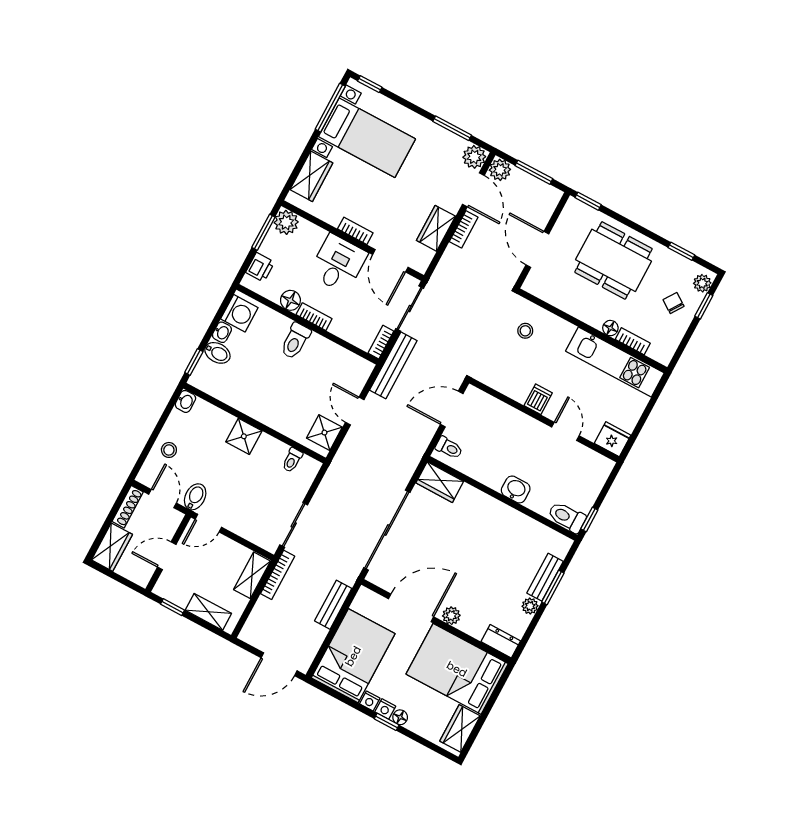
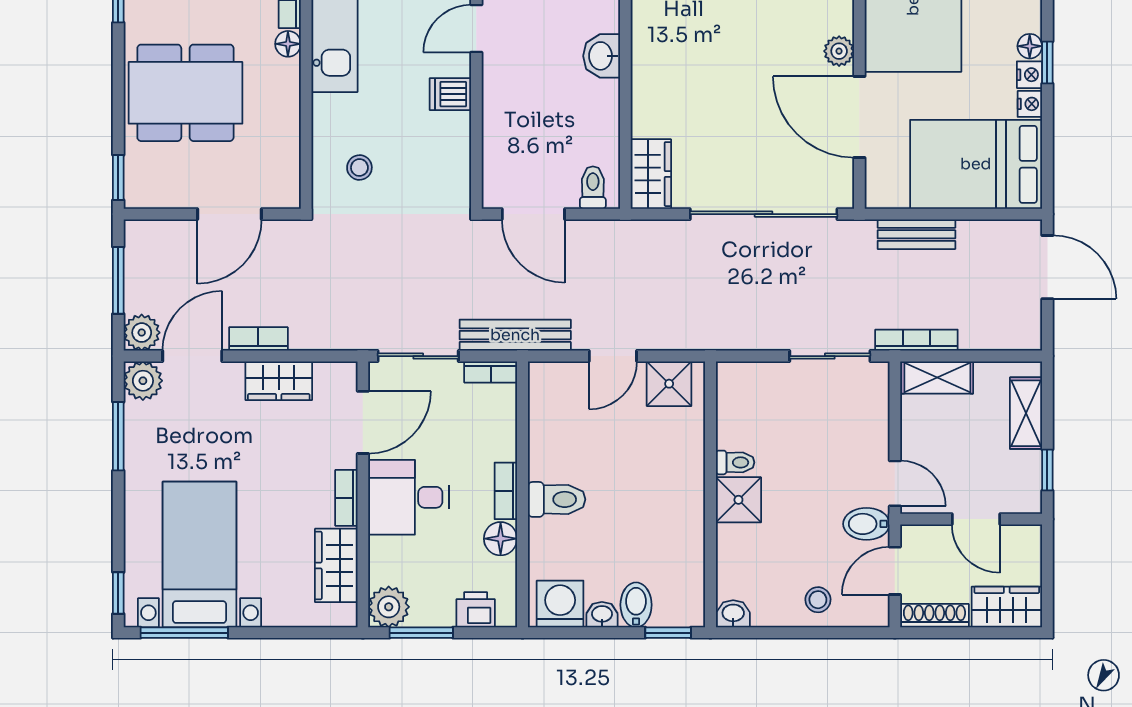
wardrobe: (311, 176) -> (336, 565), moved, turned -90
dining table: (614, 260) -> (185, 93), turned 90
toilet: (292, 460) -> (735, 462), moved

